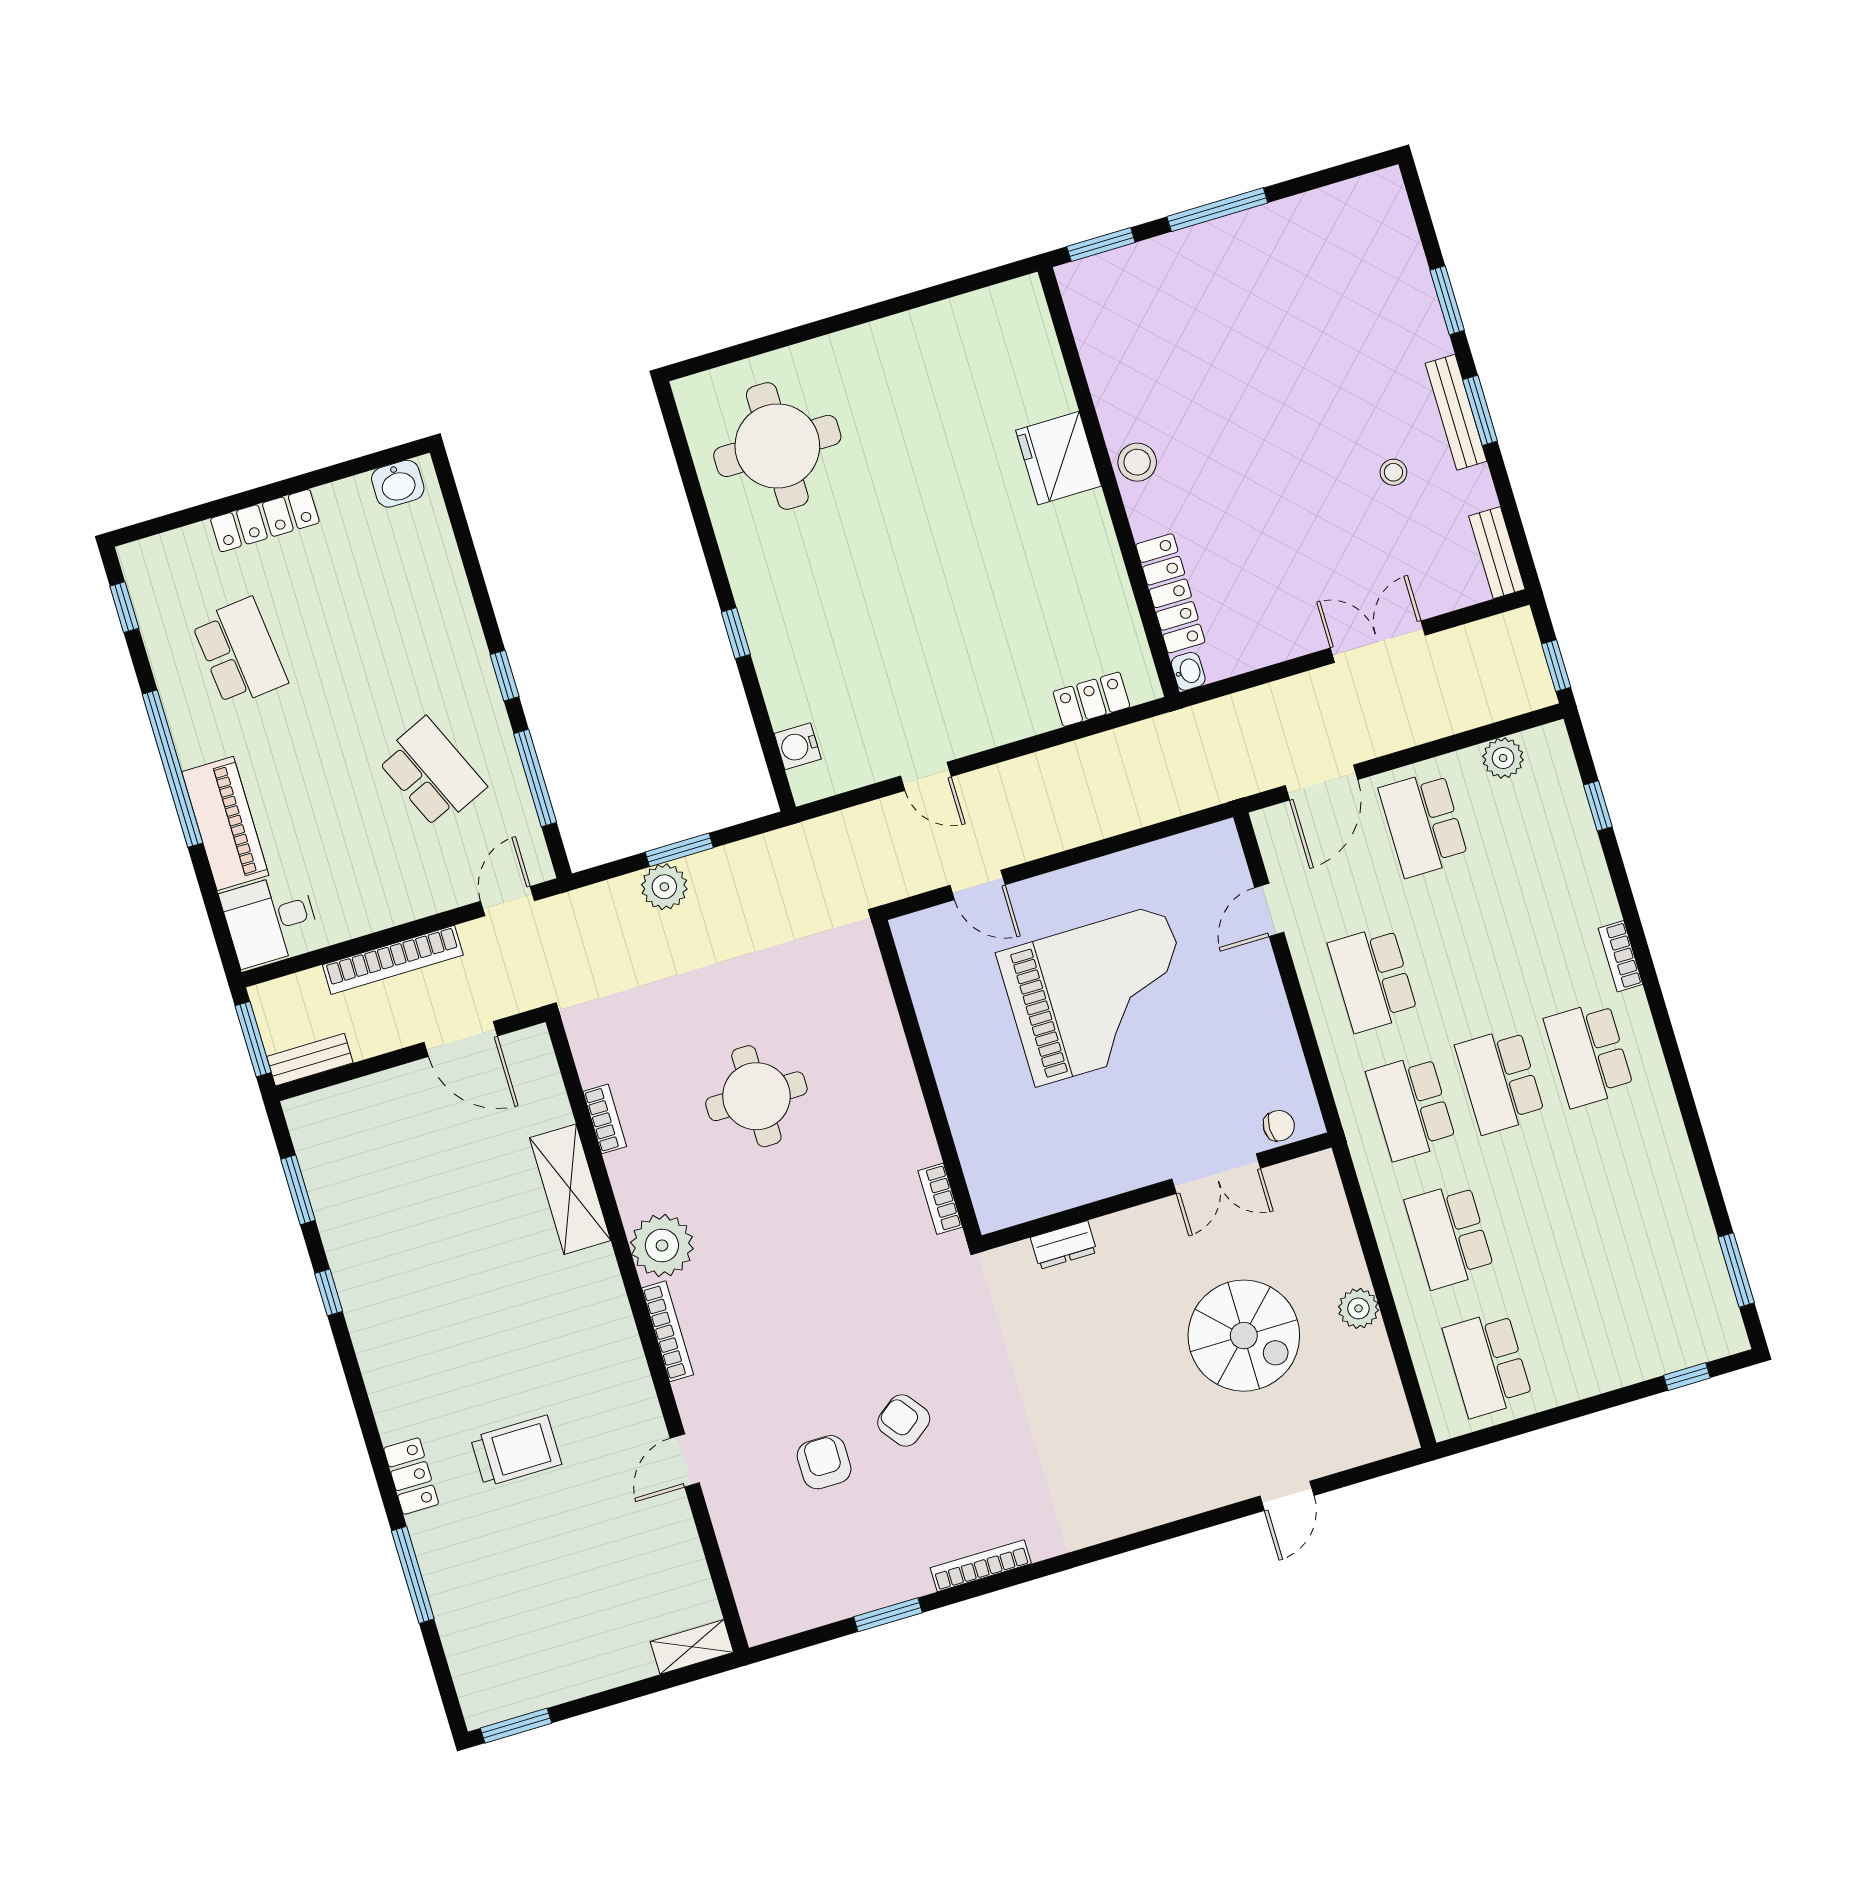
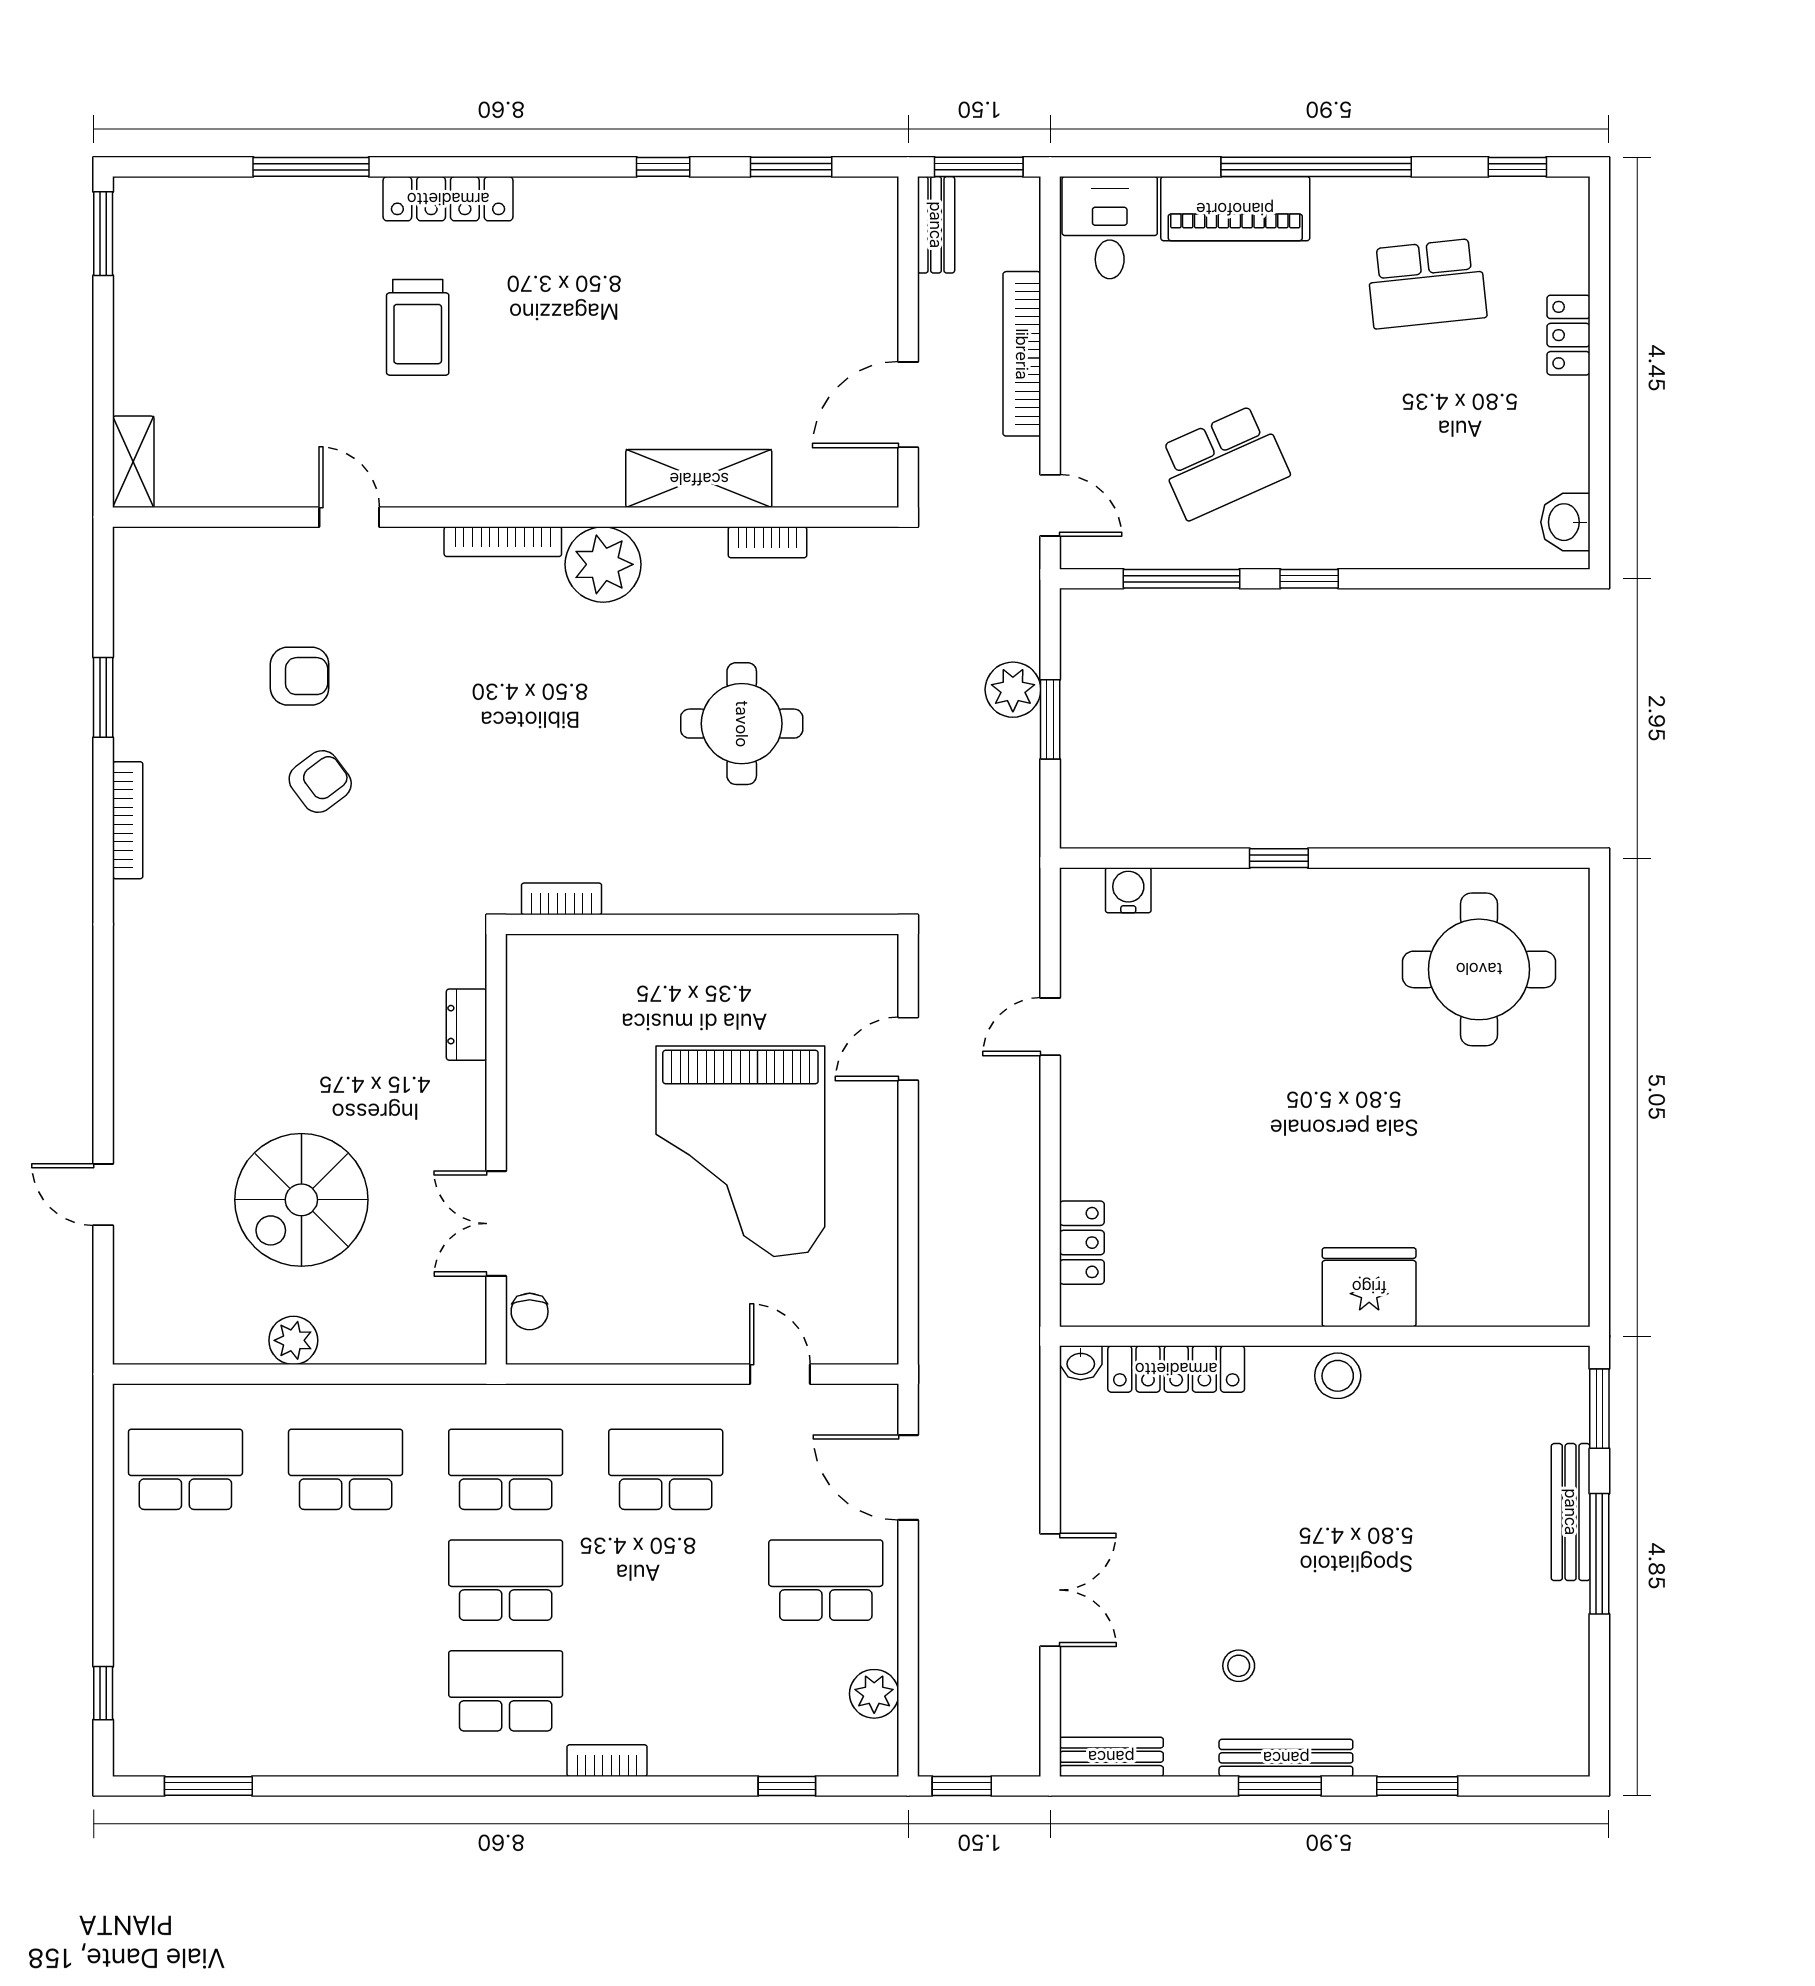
bench: (1191, 243) -> (1571, 1512), added
locker: (265, 521) -> (1568, 335), width x0.66
locker: (411, 1476) -> (448, 199), width x1.53

